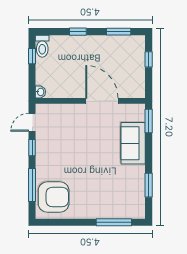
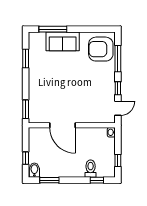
window: (78, 32) -> (97, 180), moved
bidet: (137, 44) -> (34, 170), added
toilet: (42, 46) -> (91, 169), moved
sofa: (133, 143) -> (63, 41), moved, turned 90

